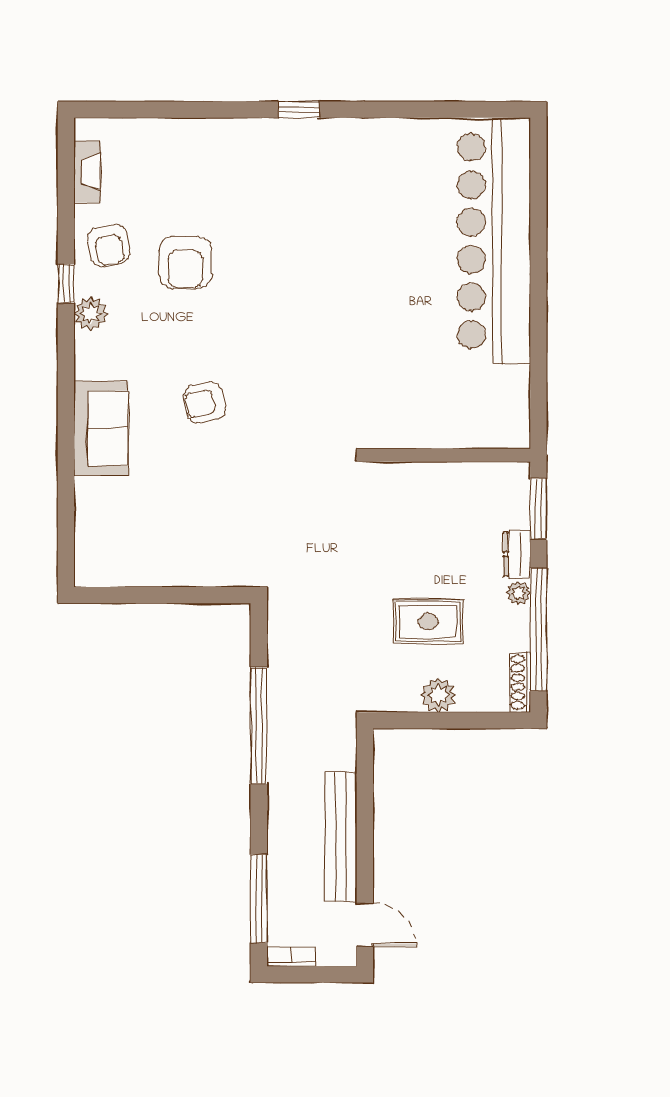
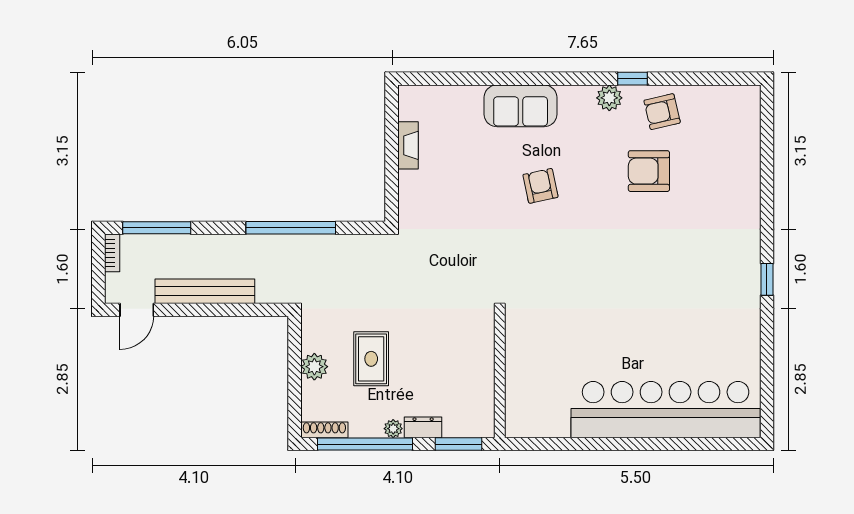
window: (299, 110) -> (767, 279), moved
fireplace: (87, 172) -> (408, 145), moved, turned -90

